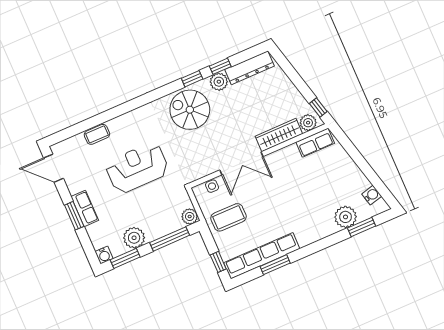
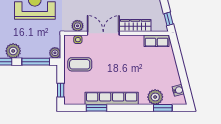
plant: (308, 123) -> (77, 26), moved
double door: (241, 163) -> (103, 33), swing flipped
row of seats: (262, 256) -> (112, 98), moved

